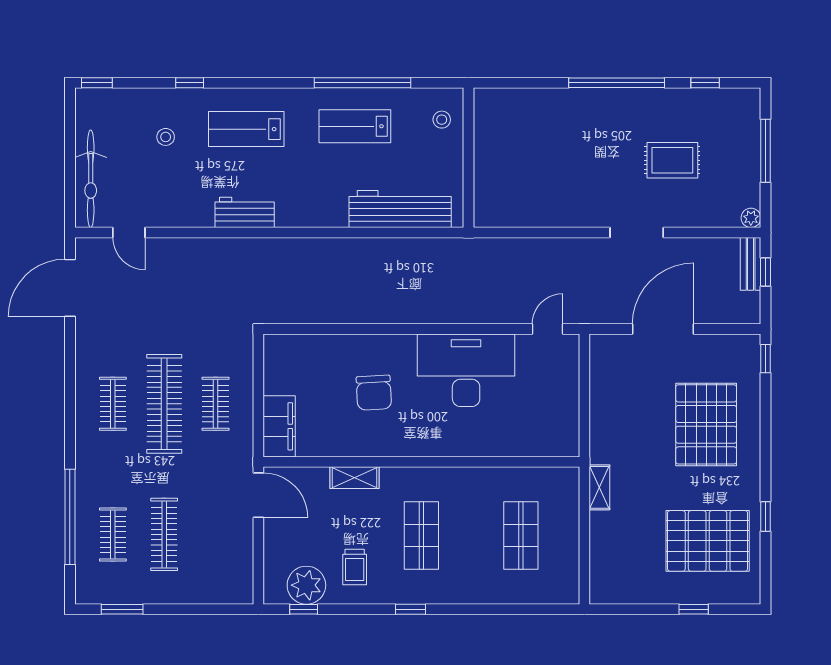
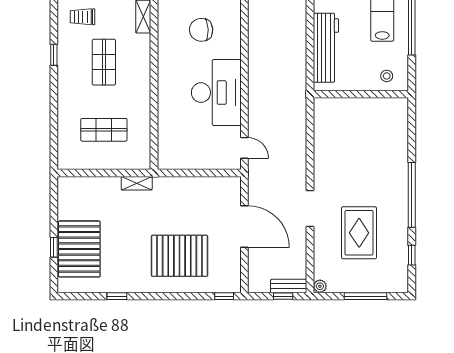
rug: (672, 160) -> (359, 233), width x1.36, depth x1.43
shop shelf: (421, 536) -> (104, 62), turned 90
pallet: (708, 541) -> (79, 249), moved

